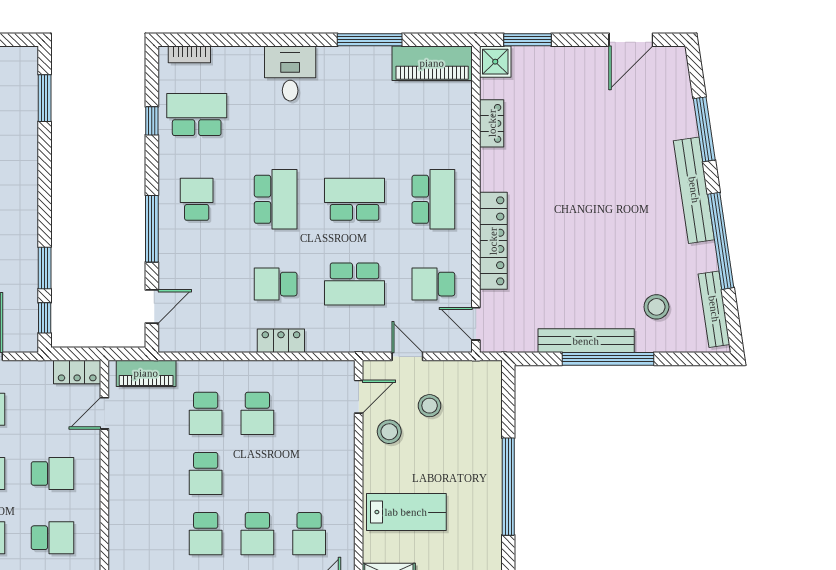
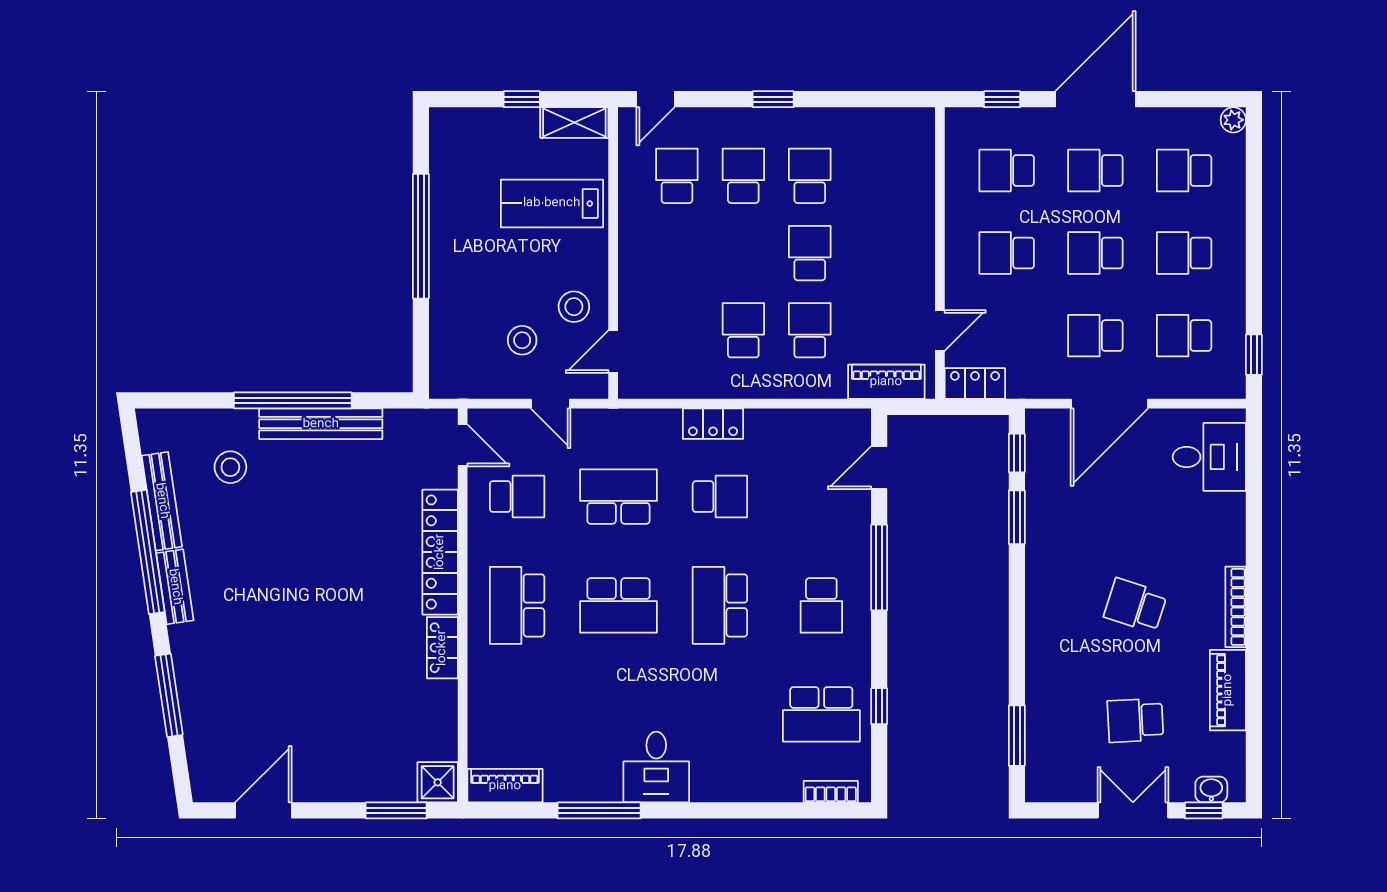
piano: (432, 63) -> (505, 786), width x0.73, depth x0.75
desk: (290, 73) -> (656, 767), moved
locker: (492, 123) -> (442, 648), moved
bench: (694, 190) -> (175, 587), width x0.54, depth x0.82
bench: (714, 309) -> (162, 501), moved

